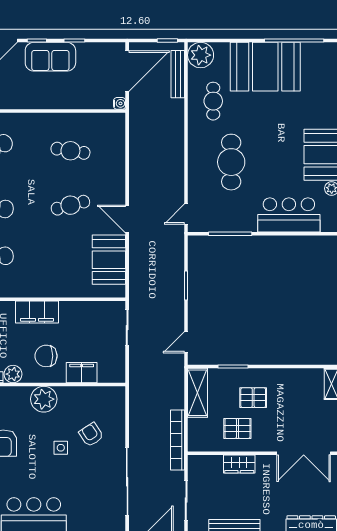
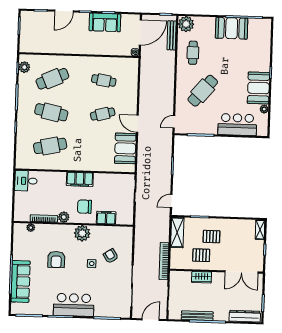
sofa: (50, 57) -> (105, 22), moved
booth: (265, 67) -> (232, 28), width x0.73, depth x0.70
cafe table: (231, 162) -> (203, 91), turned 40

